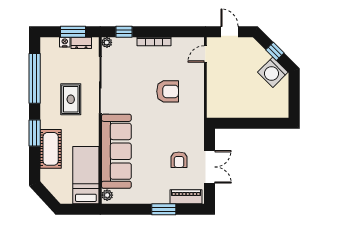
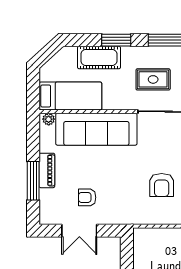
piano: (186, 197) -> (47, 170), moved
window: (164, 209) -> (33, 181), width x1.44

